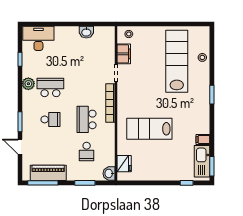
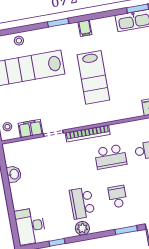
lab bench: (149, 129) -> (93, 77), moved
filing cabinet: (203, 139) -> (85, 28), moved

